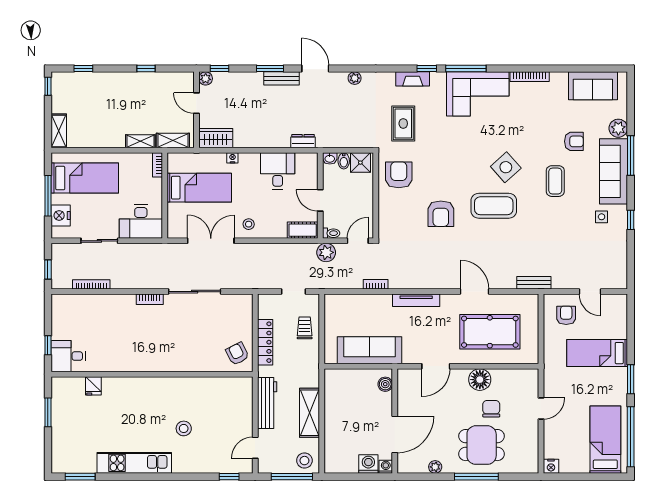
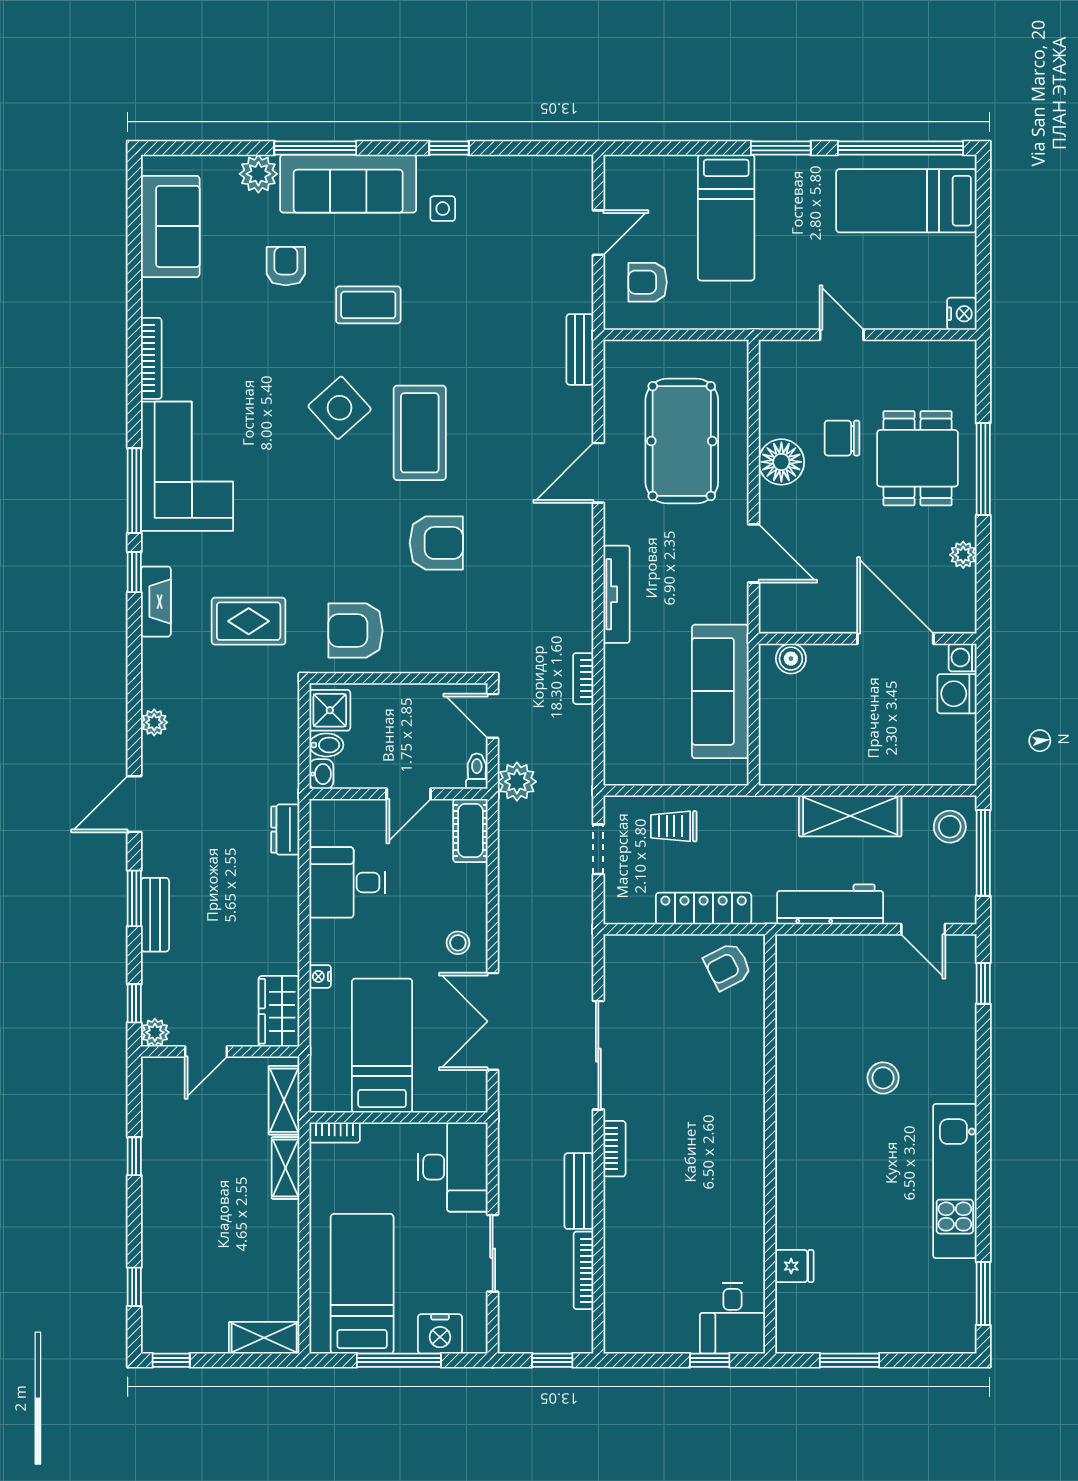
bench: (281, 78) -> (155, 915), moved
bench: (129, 282) -> (579, 1191), added

